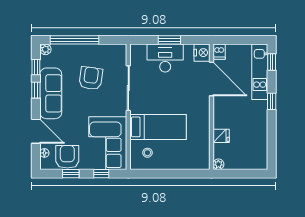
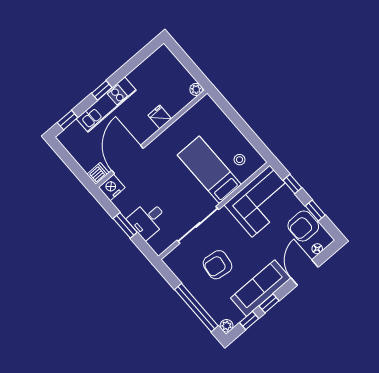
desk: (165, 58) -> (148, 220), width x0.73
kitchen unit: (260, 72) -> (106, 105), moved
fridge: (221, 136) -> (160, 117), moved

